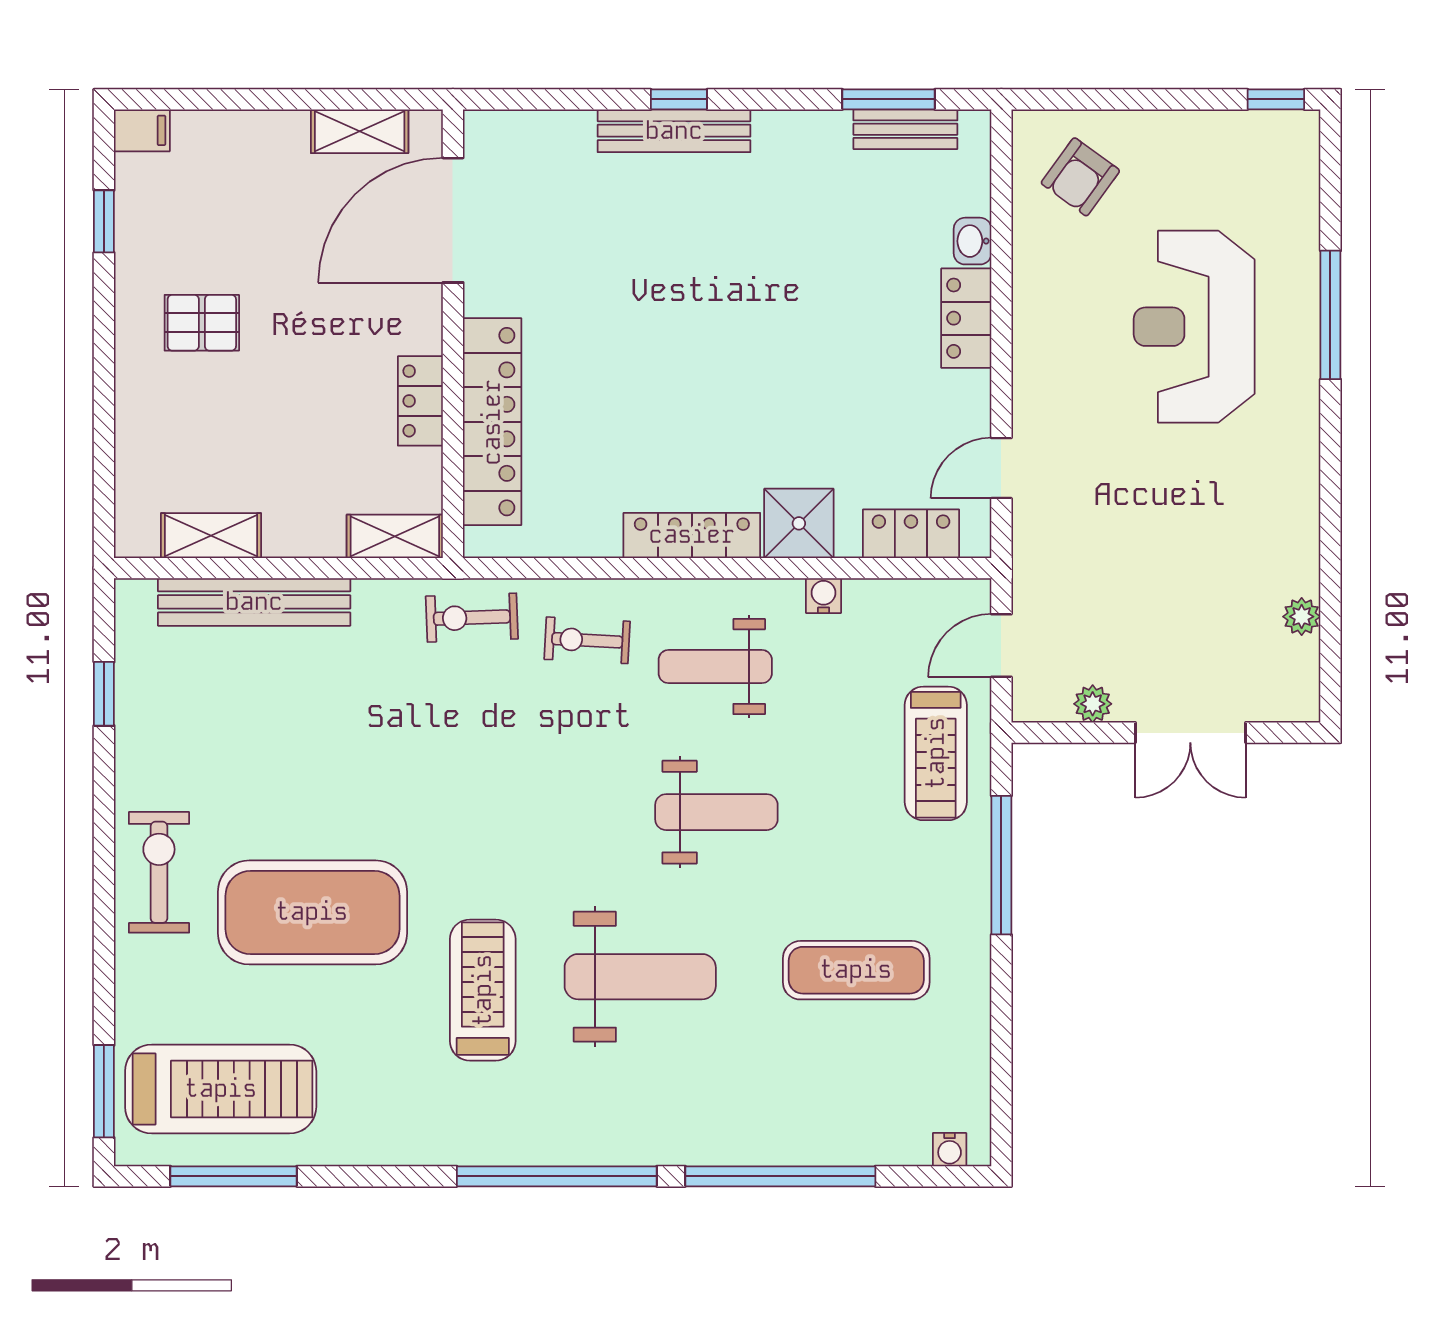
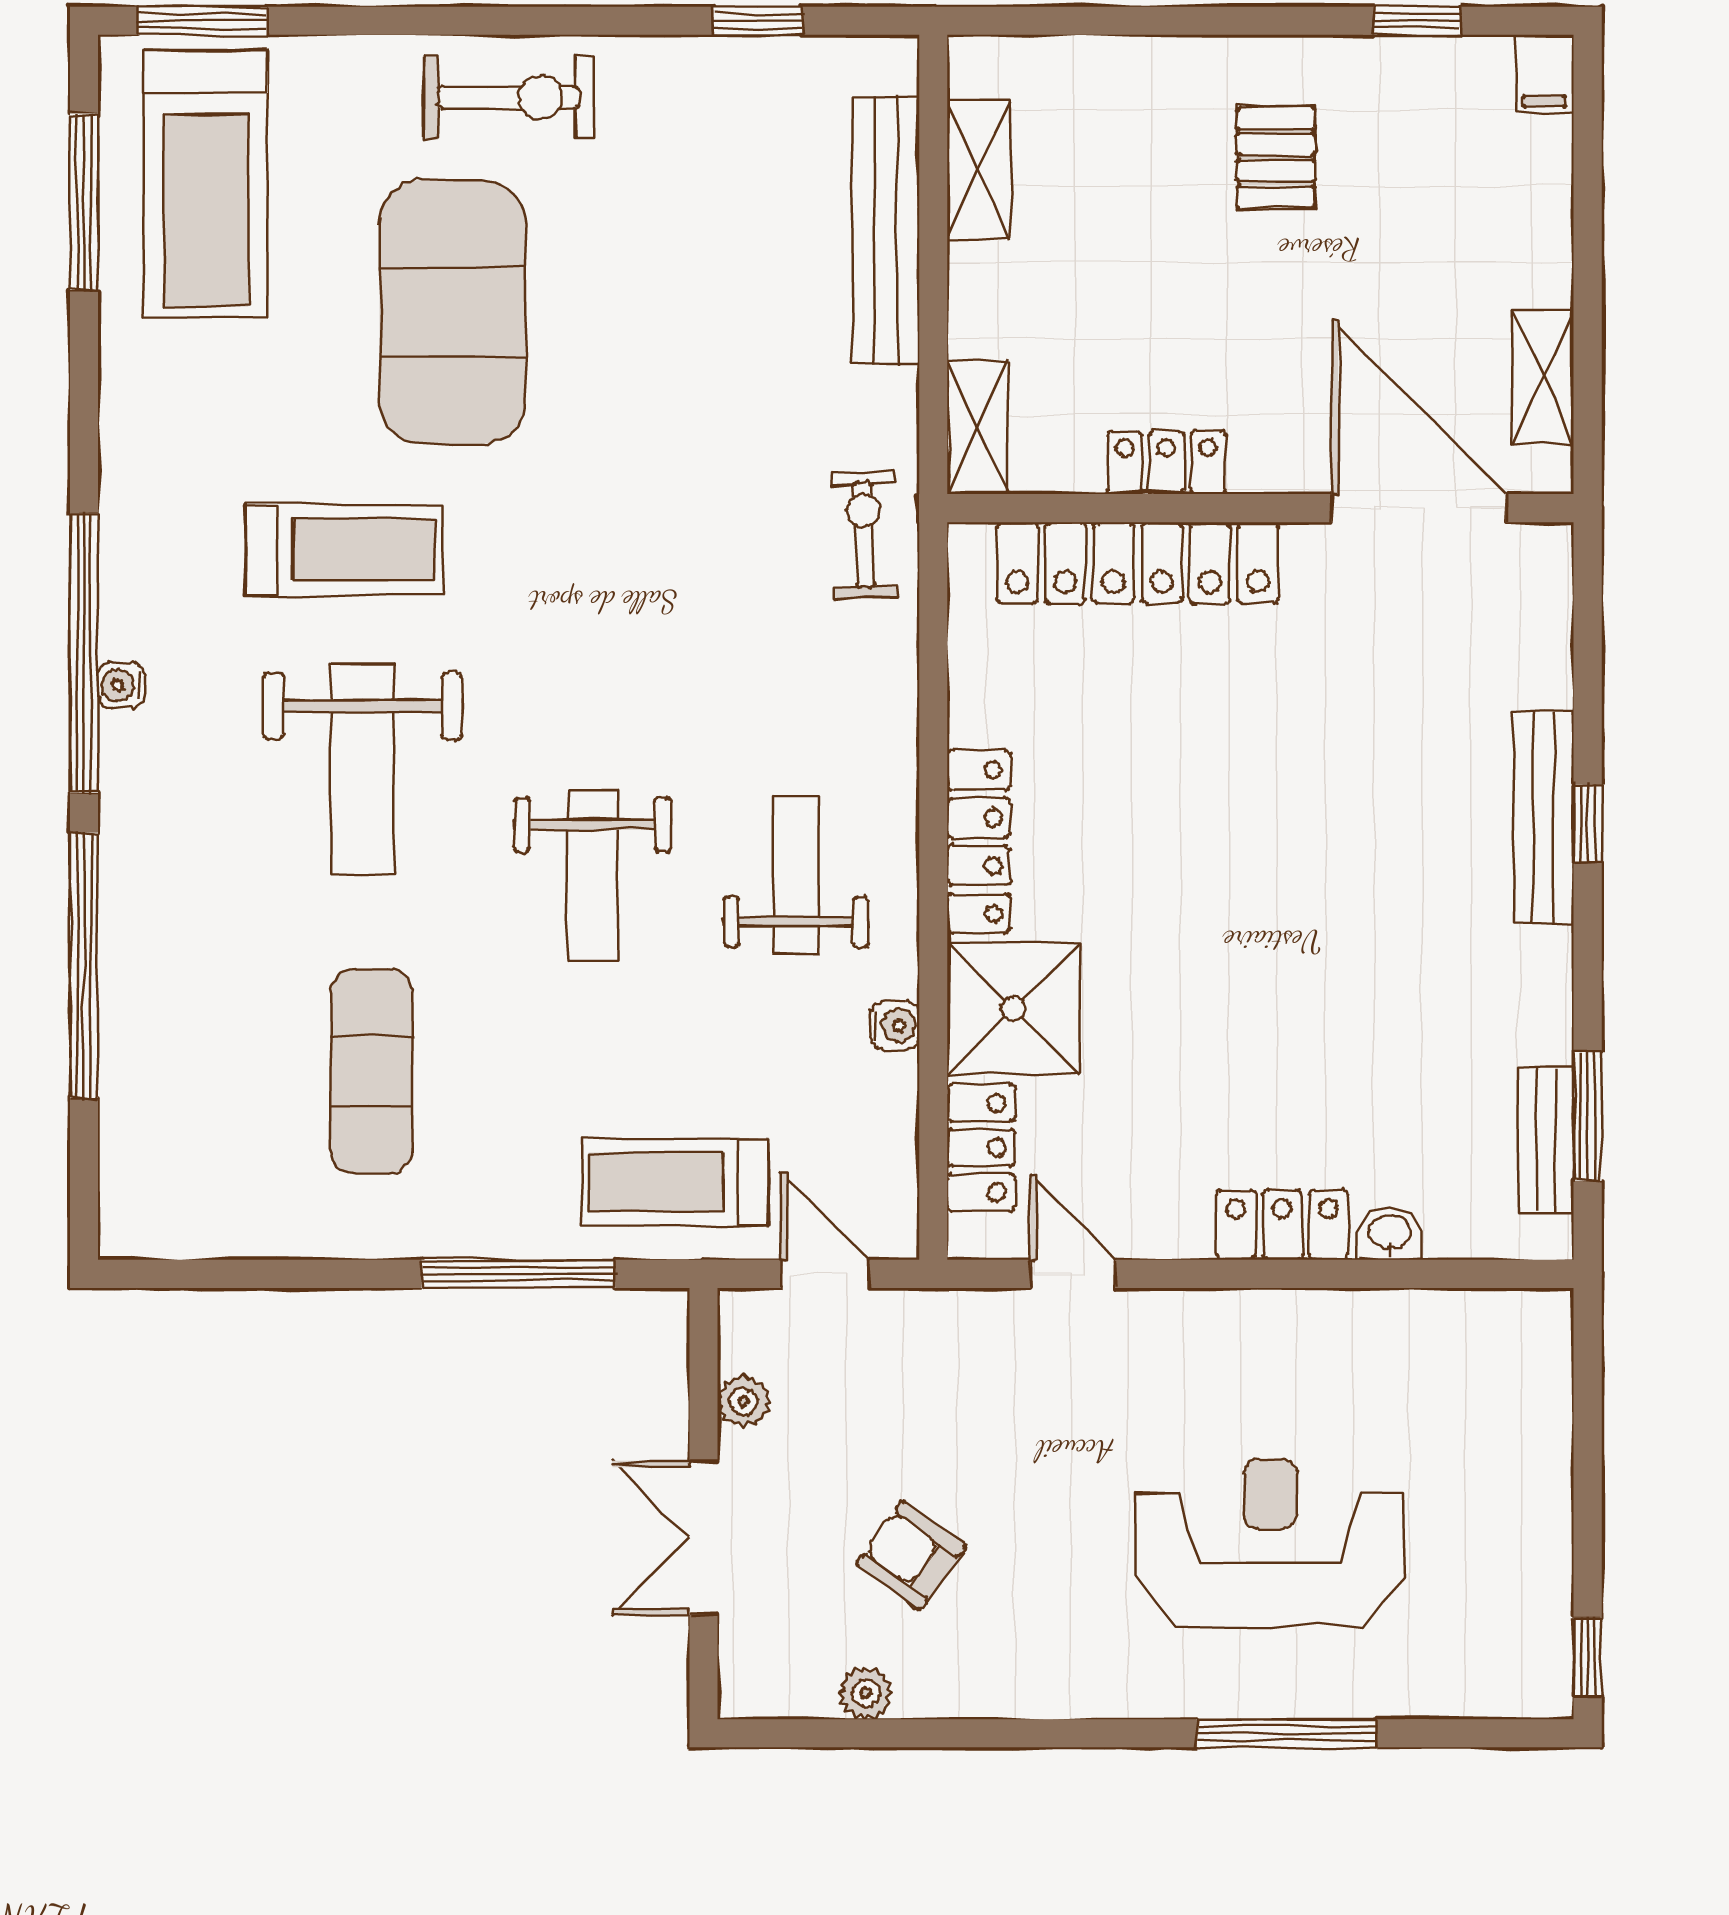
armchair: (1080, 177) -> (911, 1555), moved
shower: (799, 523) -> (1013, 1009), width x1.36, depth x1.36
exercise bike: (587, 640) -> (832, 695), removed
water cooler: (950, 1150) -> (121, 685), moved

